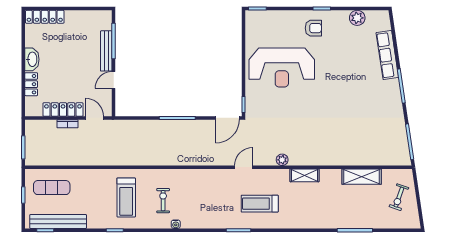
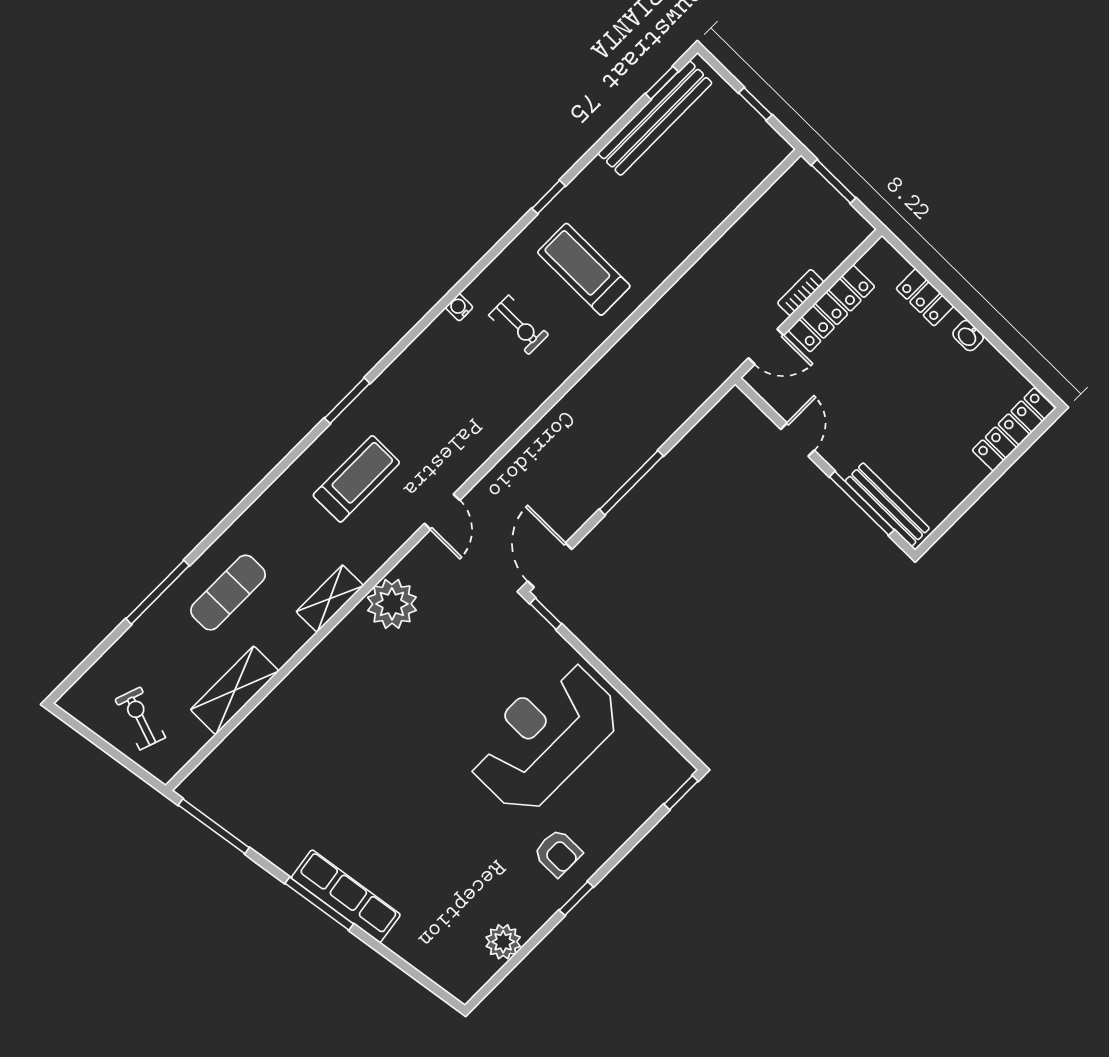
armchair: (313, 28) -> (558, 853), turned -90
bench: (106, 51) -> (887, 505), moved
row of seats: (387, 55) -> (346, 896), moved
washbasin: (32, 59) -> (968, 336), width x0.52, depth x0.69
plant: (282, 160) -> (392, 604), width x1.87, depth x1.87
exercise mat: (52, 188) -> (228, 593), moved

